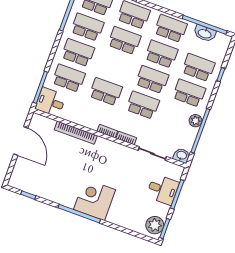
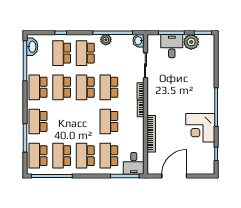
washbasin: (205, 33) -> (32, 47), moved
school desk: (124, 41) -> (62, 121), removed
corner desk: (95, 200) -> (200, 128), moved
plant: (155, 225) -> (191, 42), moved

